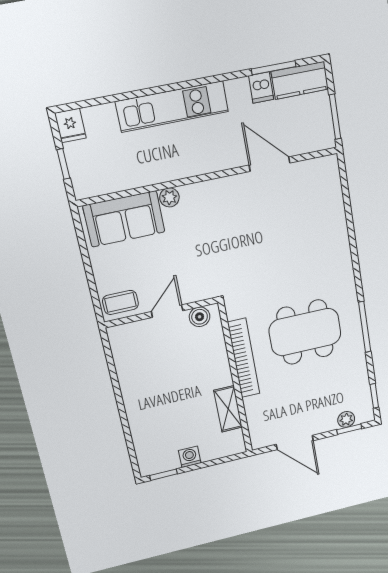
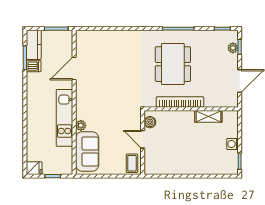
kitchen unit: (172, 107) -> (64, 118), moved, turned 180

